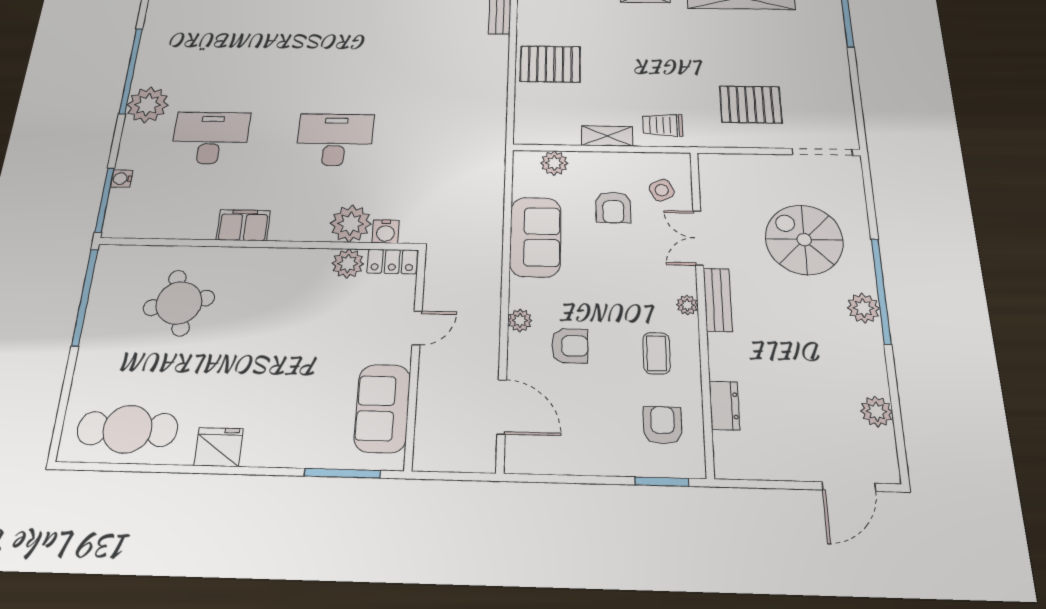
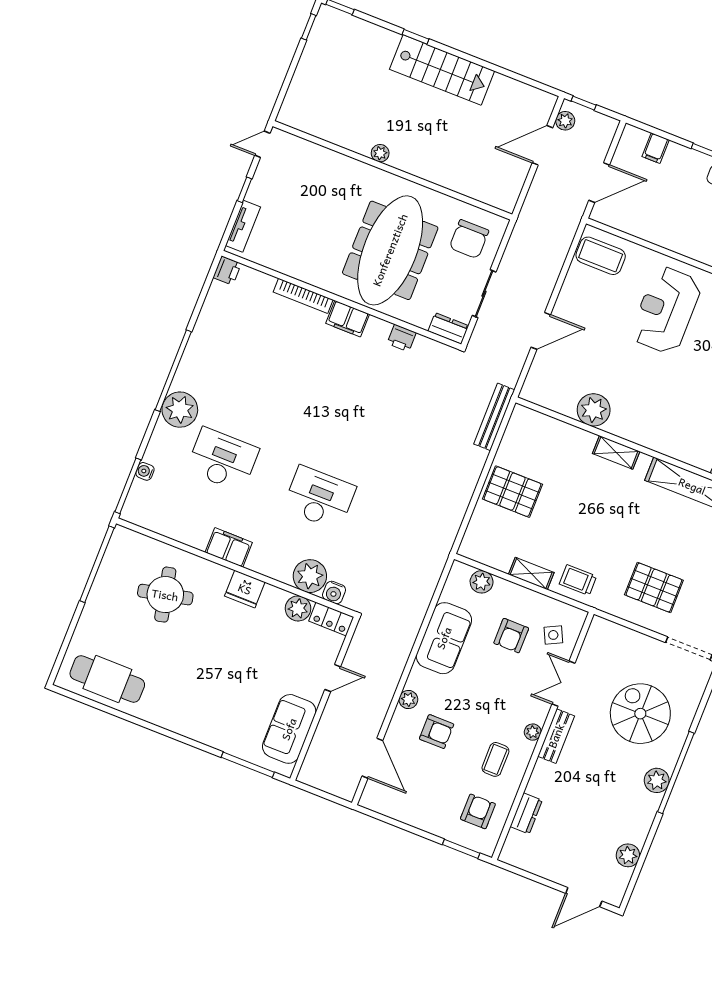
fridge: (219, 447) -> (245, 589), moved, turned 180

